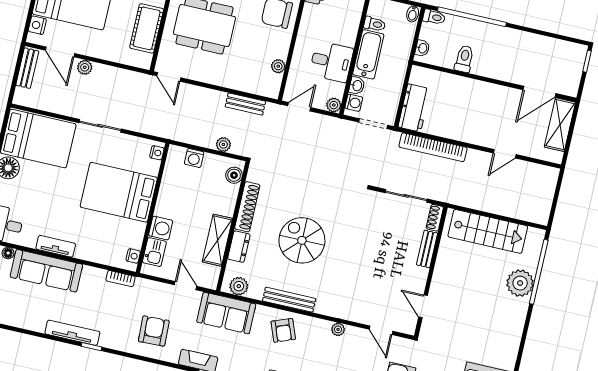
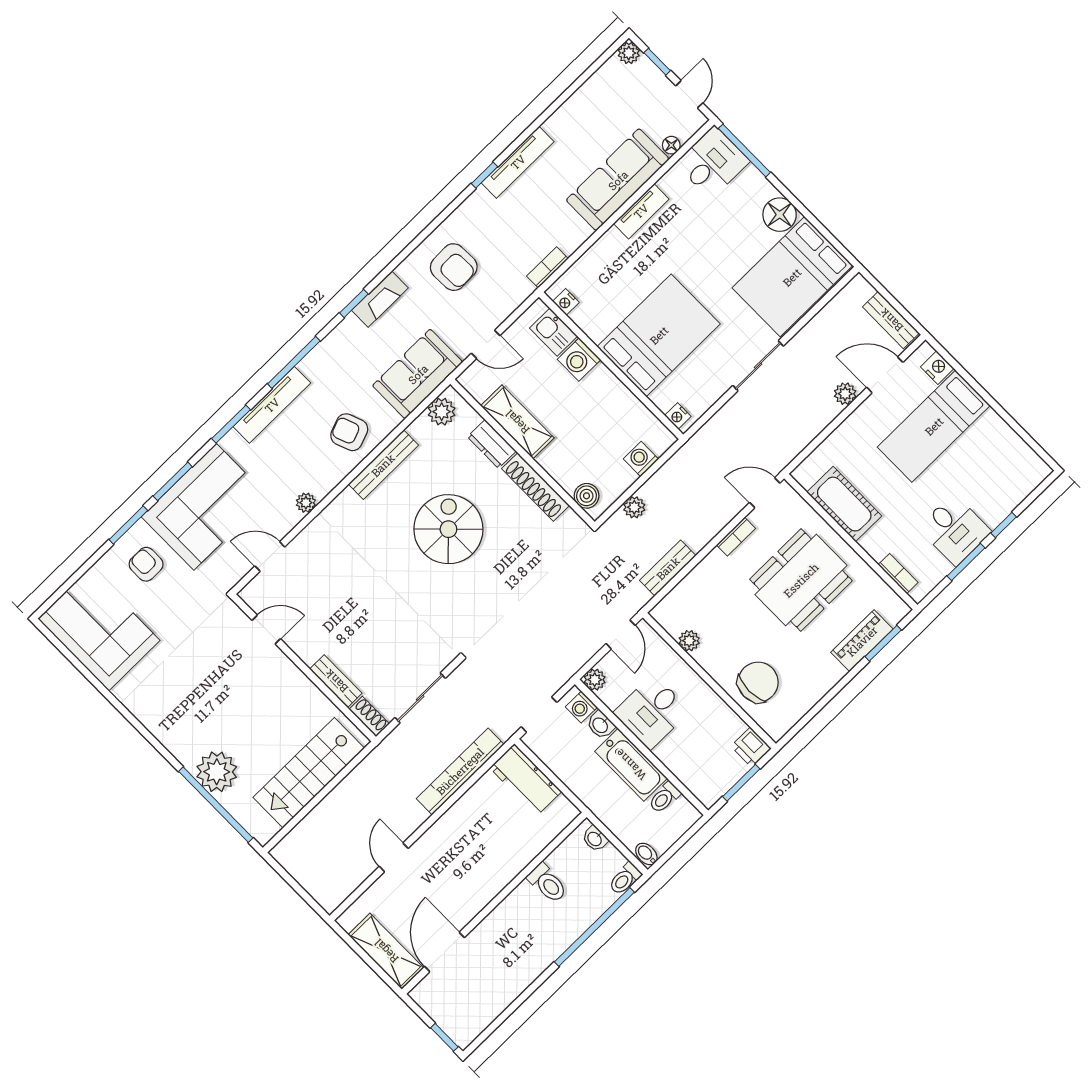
bookcase: (203, 77) -> (736, 537), added
spiral stairs: (302, 240) -> (448, 529), turned -90

